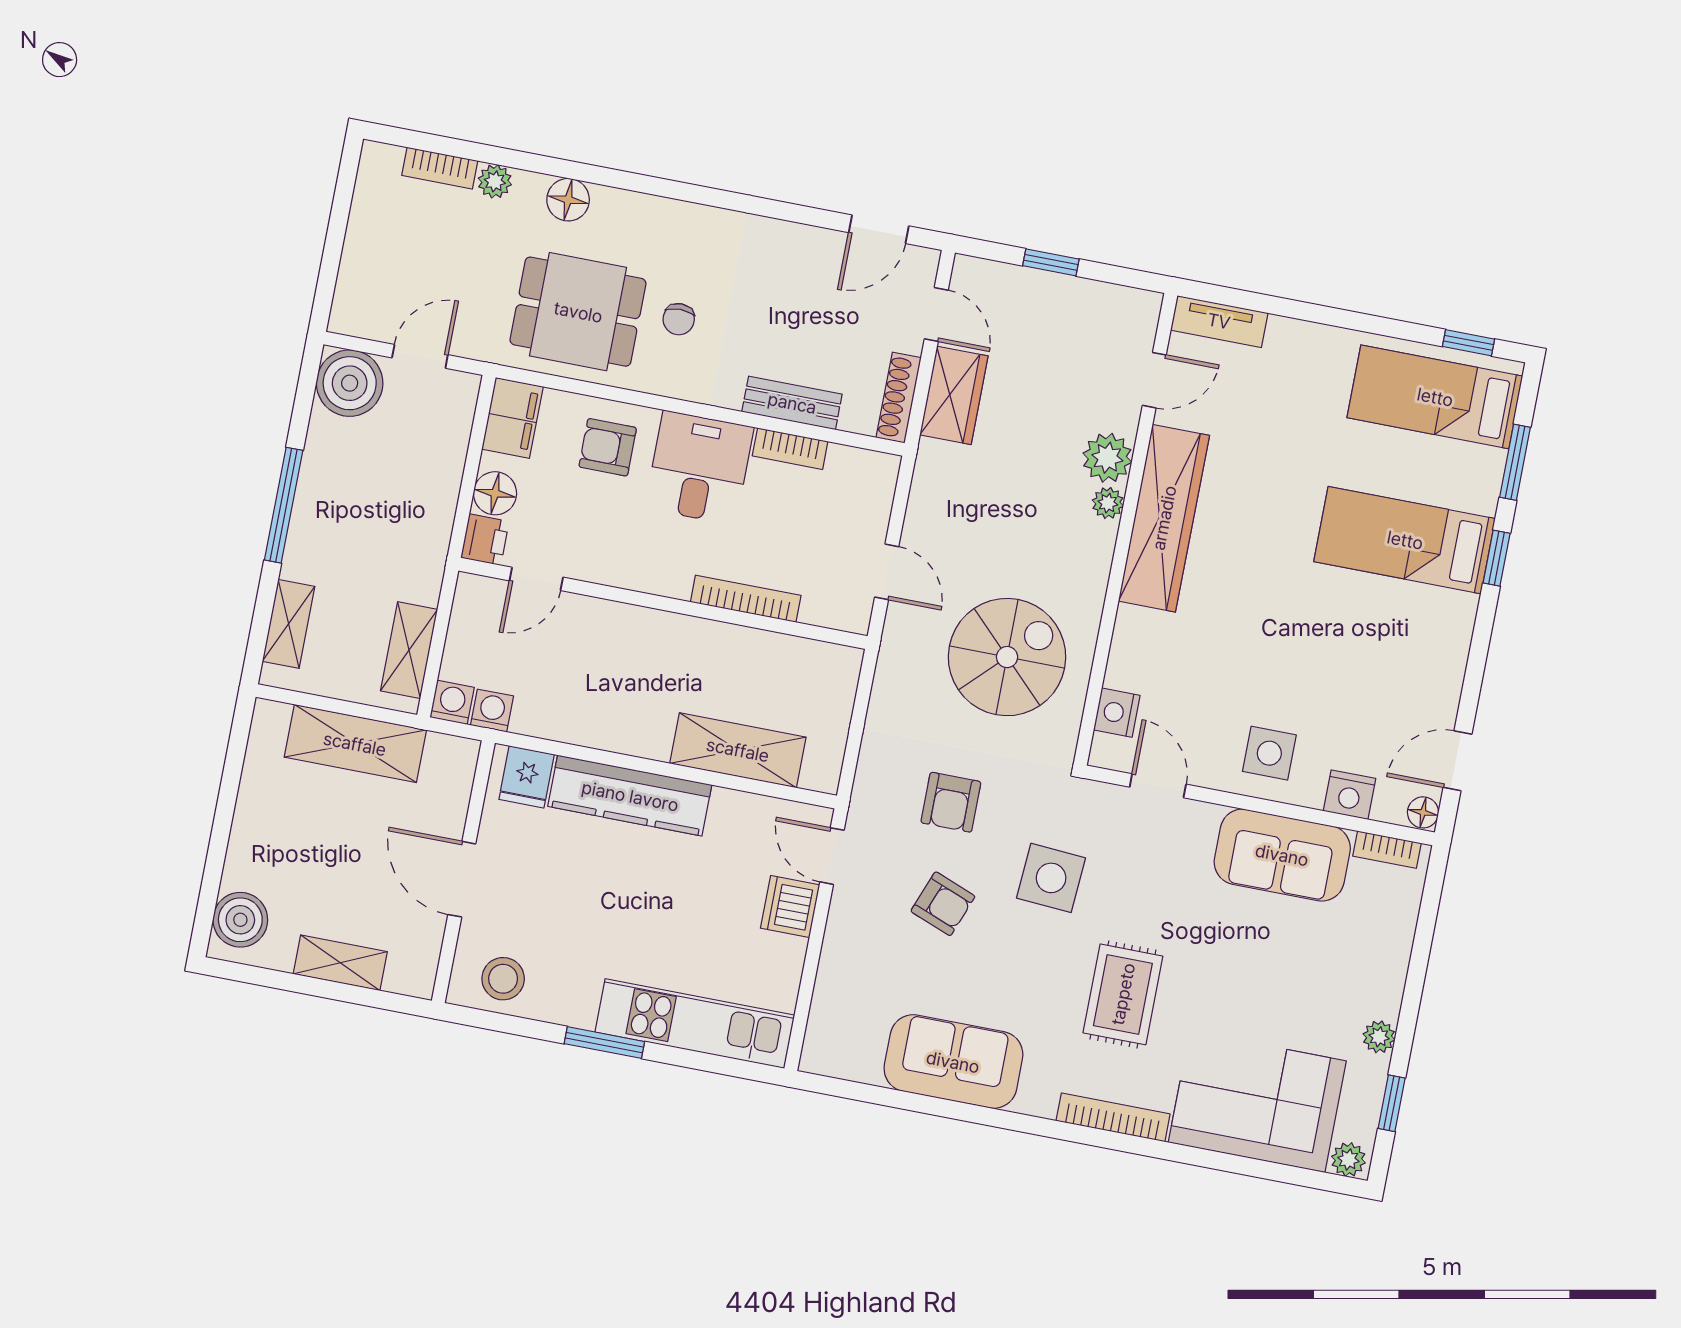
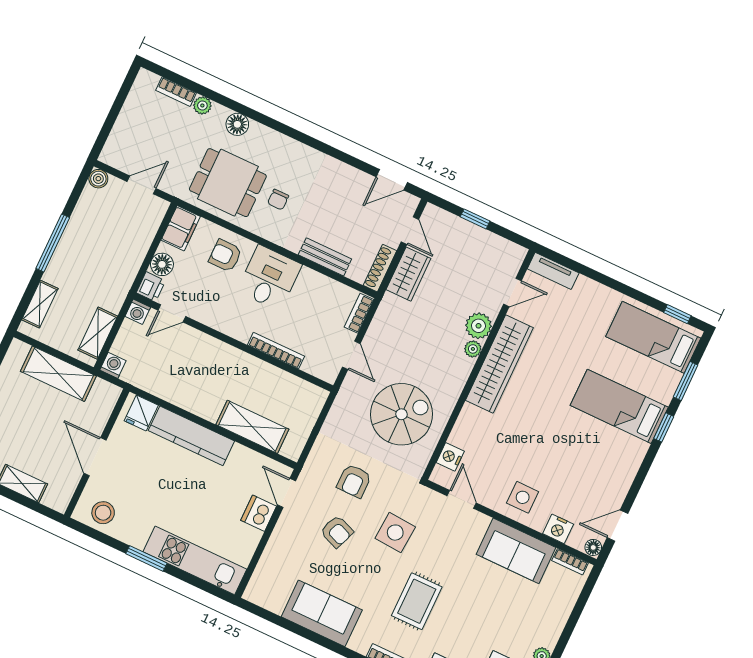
boiler: (350, 383) -> (98, 179), width x0.54, depth x0.54
bookcase: (790, 449) -> (359, 313), moved, turned 90
washing machine: (492, 711) -> (138, 312), moved, turned 180

